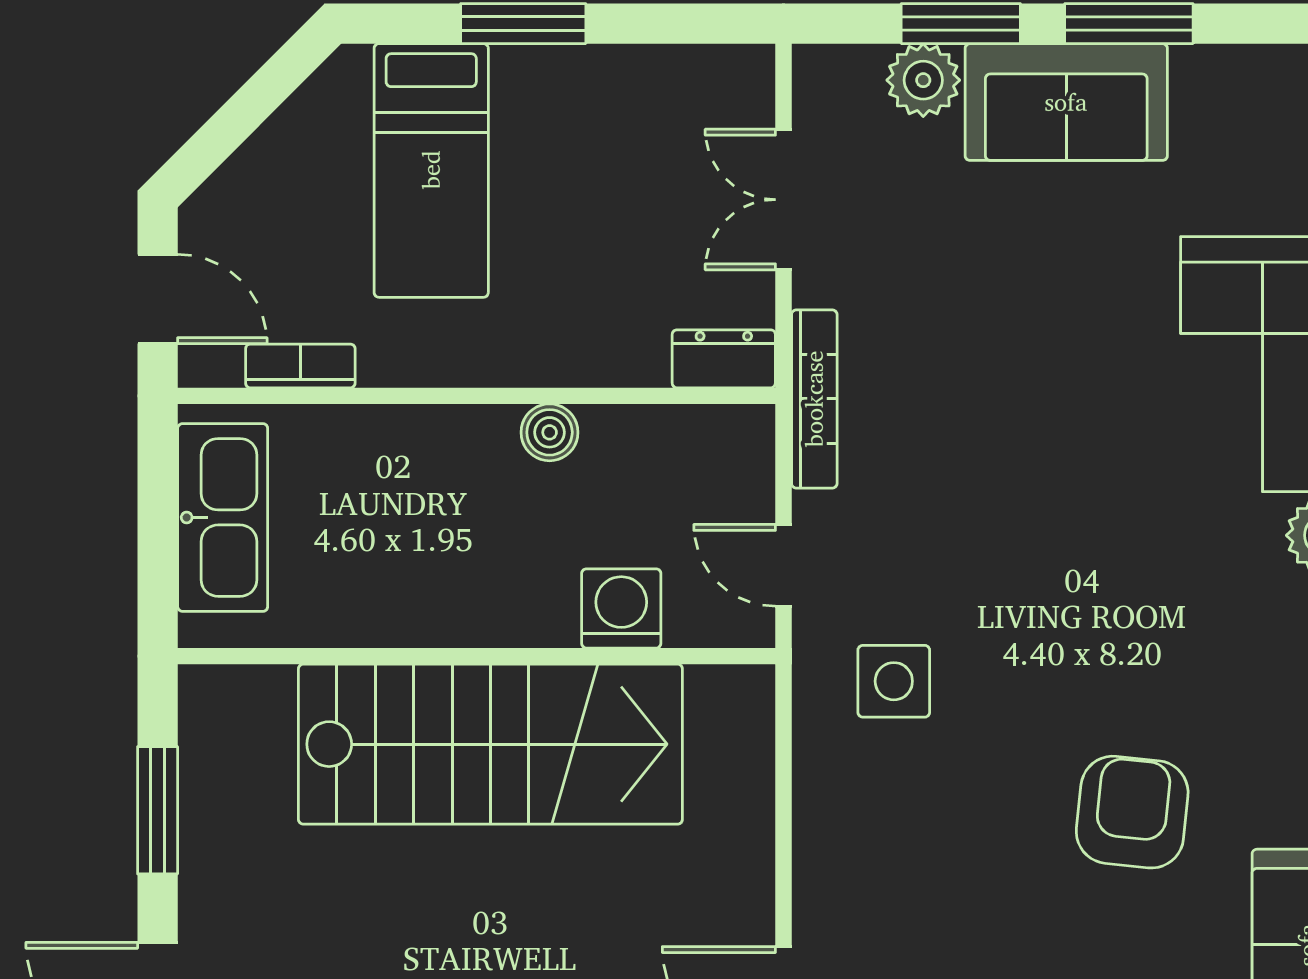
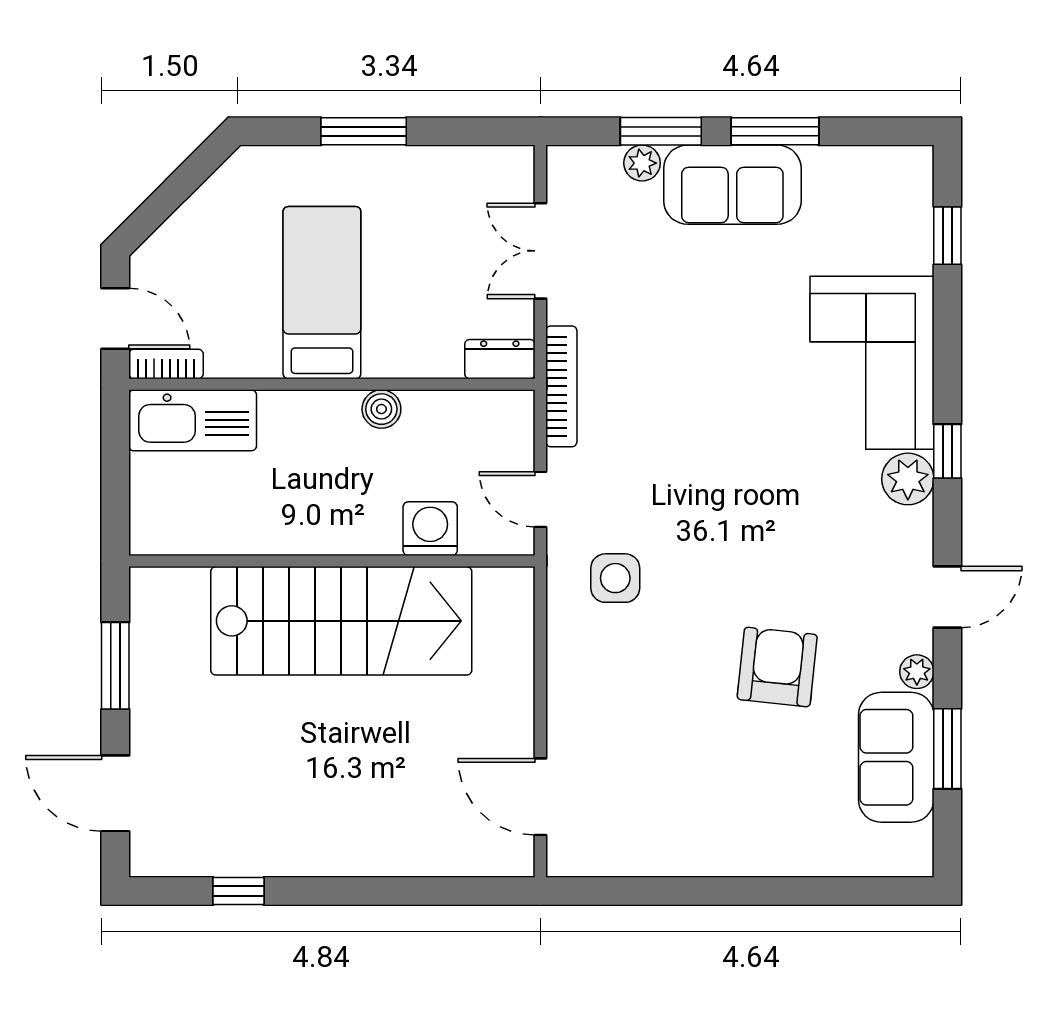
plant: (923, 80) -> (642, 163), width x0.73, depth x0.73
bed: (431, 170) -> (322, 293), moved, turned 180
bookcase: (300, 366) -> (166, 364), moved
kitchen sink: (223, 517) -> (193, 420), moved, turned 90

